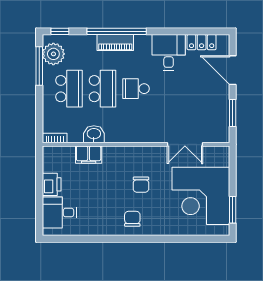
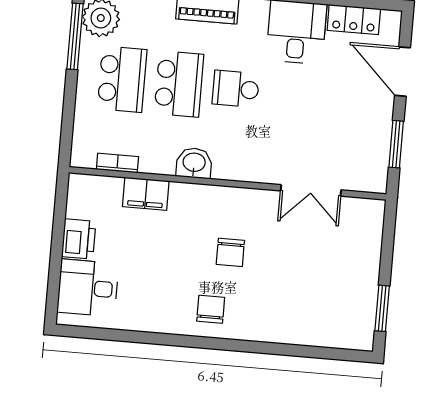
washbasin: (94, 134) -> (194, 163), moved
bookcase: (55, 138) -> (117, 163), moved
corner desk: (201, 196) -> (330, 280), removed

